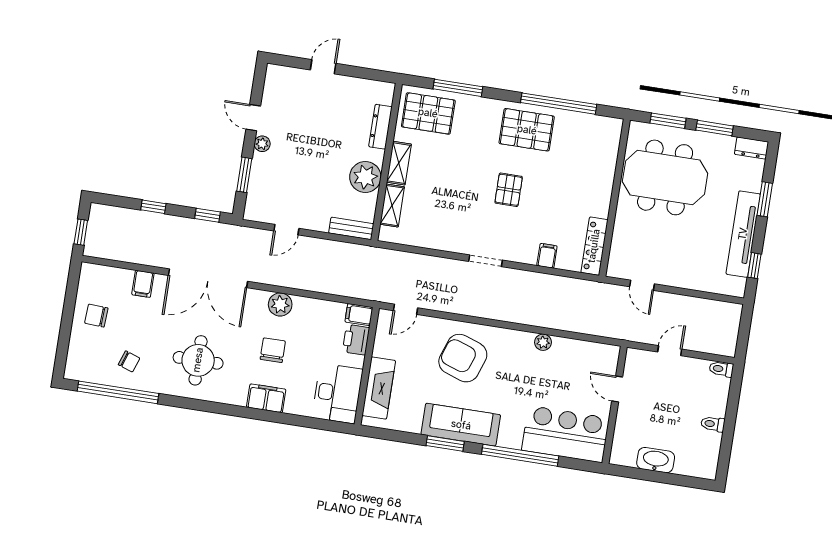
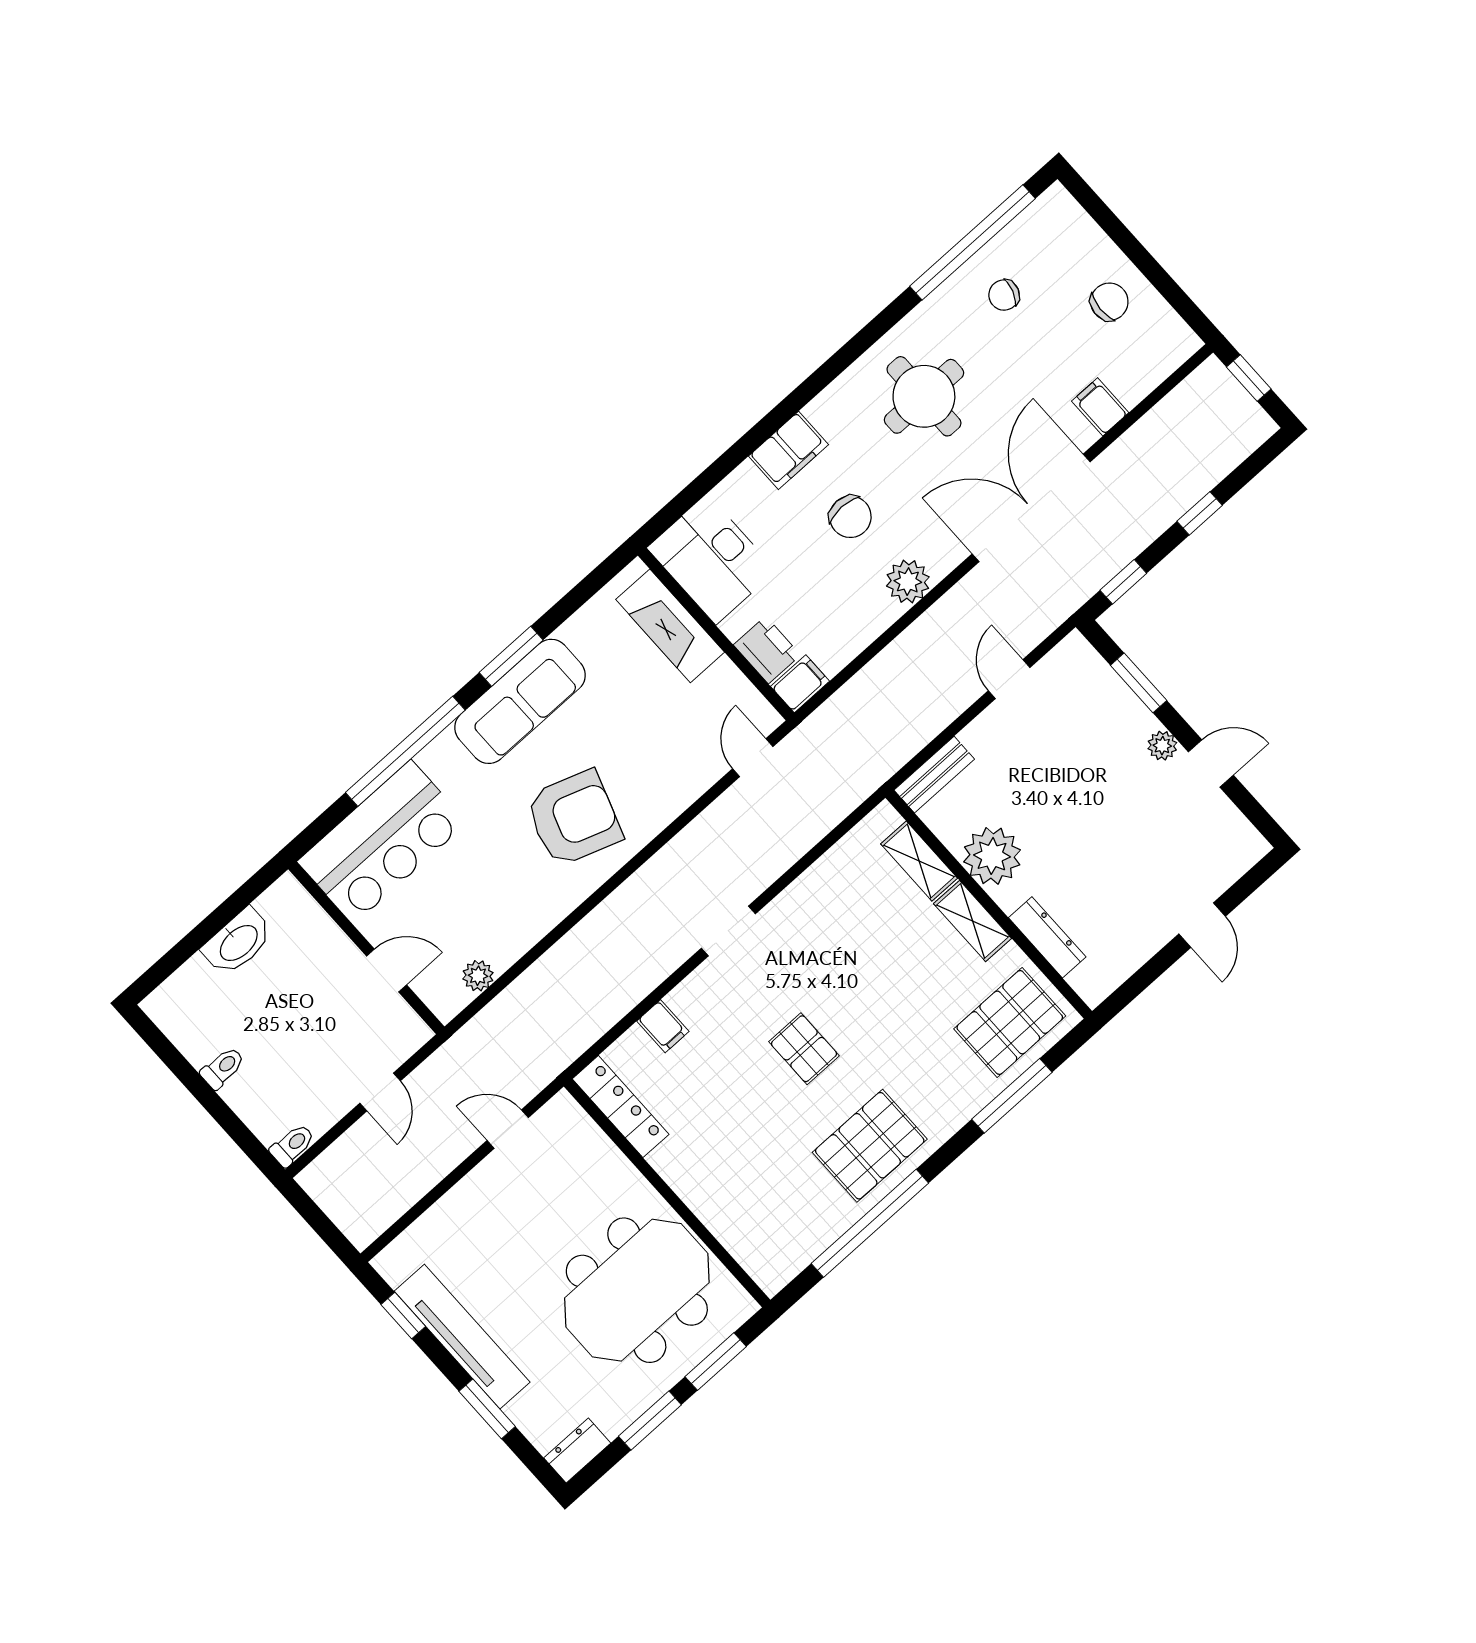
plant: (543, 342) -> (478, 976), moved
armchair: (463, 358) -> (574, 818), moved

